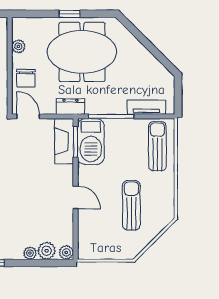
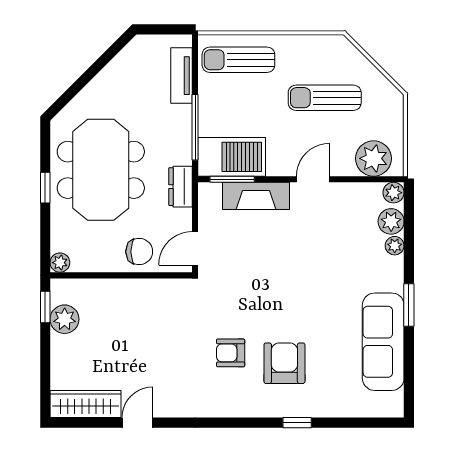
plant: (18, 46) -> (60, 263), moved
fireplace: (64, 141) -> (256, 196), moved
plant: (90, 239) -> (374, 158), added

